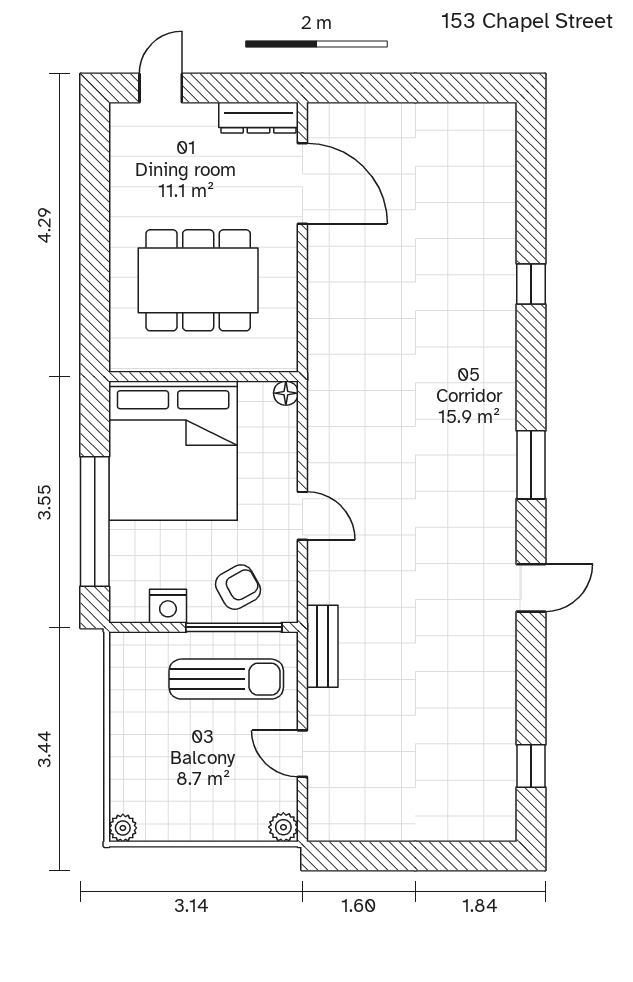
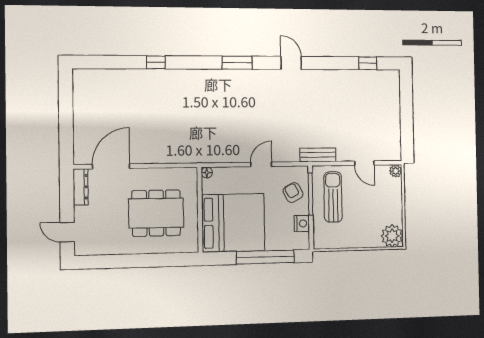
dining table: (198, 280) -> (156, 213), turned 90
door: (302, 754) -> (364, 163), hinge flipped
plant: (123, 828) -> (392, 236), width x1.88, depth x1.88

